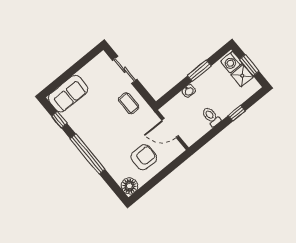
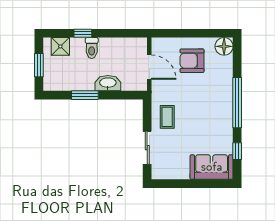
washing machine: (232, 62) -> (52, 80), removed
shower: (242, 76) -> (60, 46), moved
washbasin: (189, 91) -> (108, 83), width x1.91, depth x1.45
toilet: (211, 117) -> (92, 48), moved

